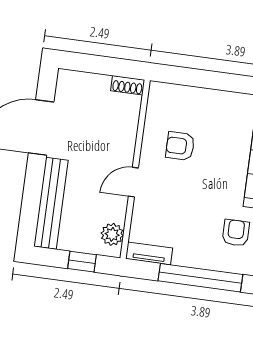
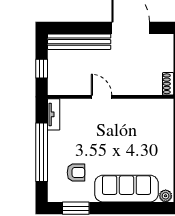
armchair: (180, 146) -> (131, 126), removed
plant: (112, 234) -> (63, 87), removed

